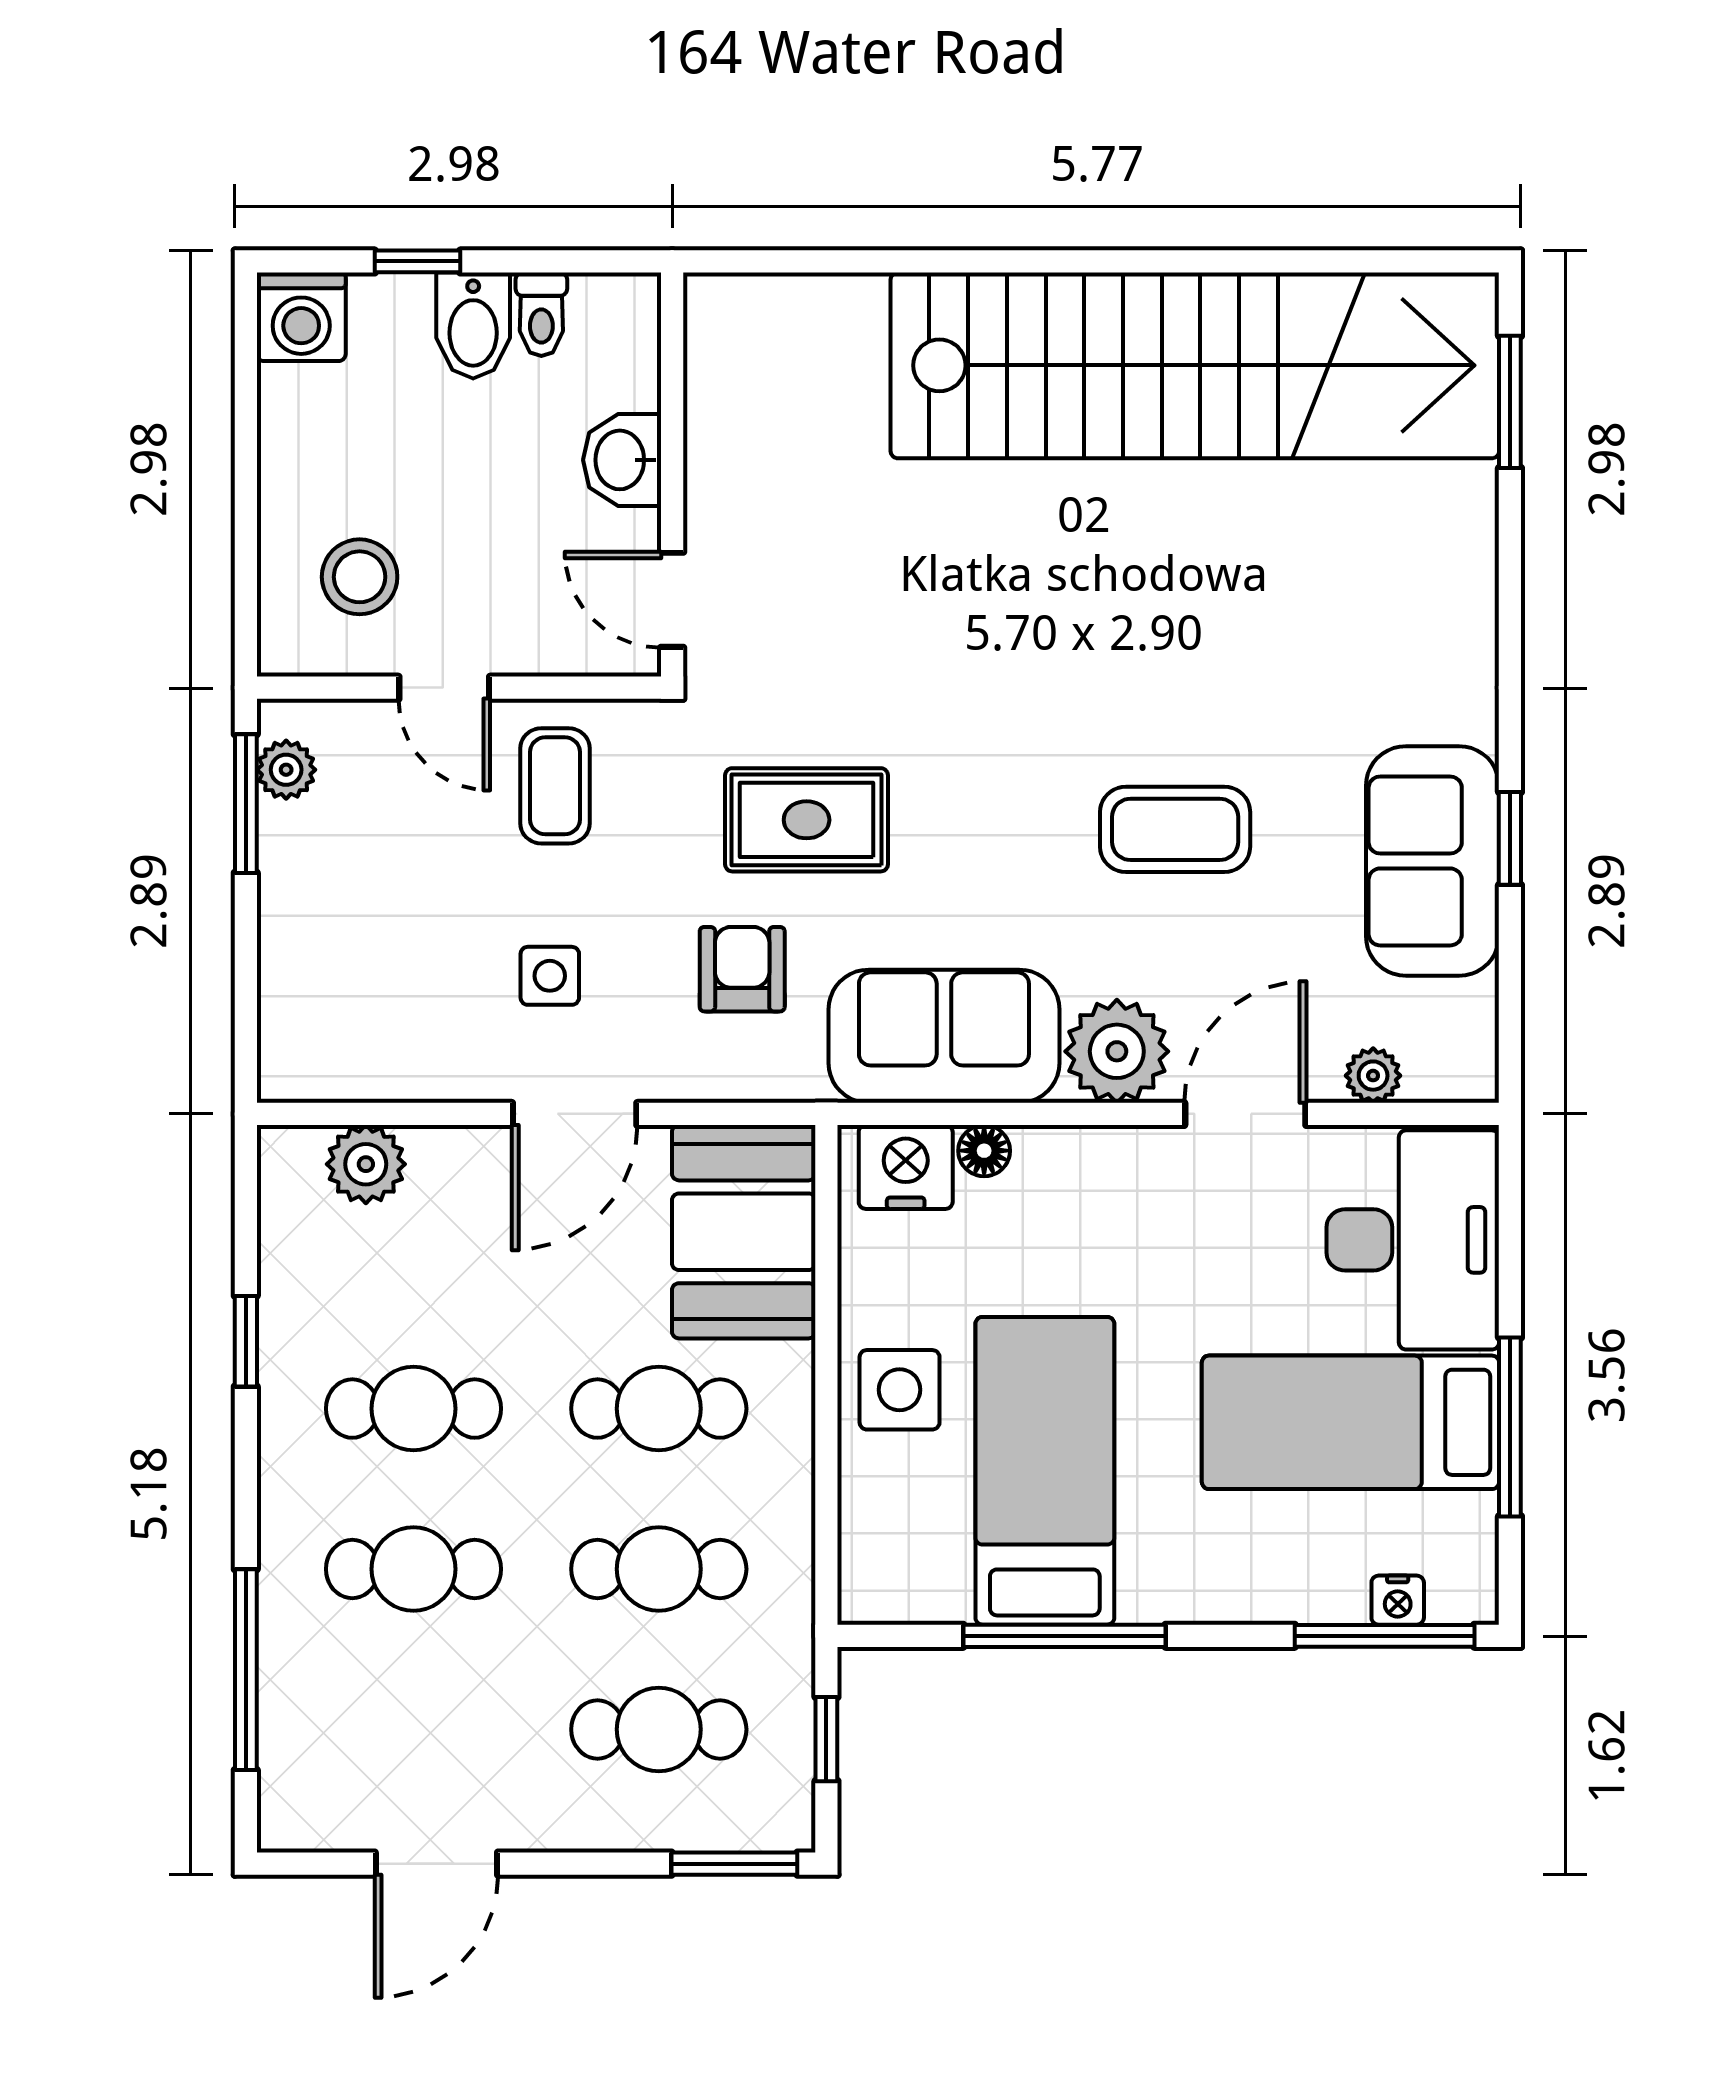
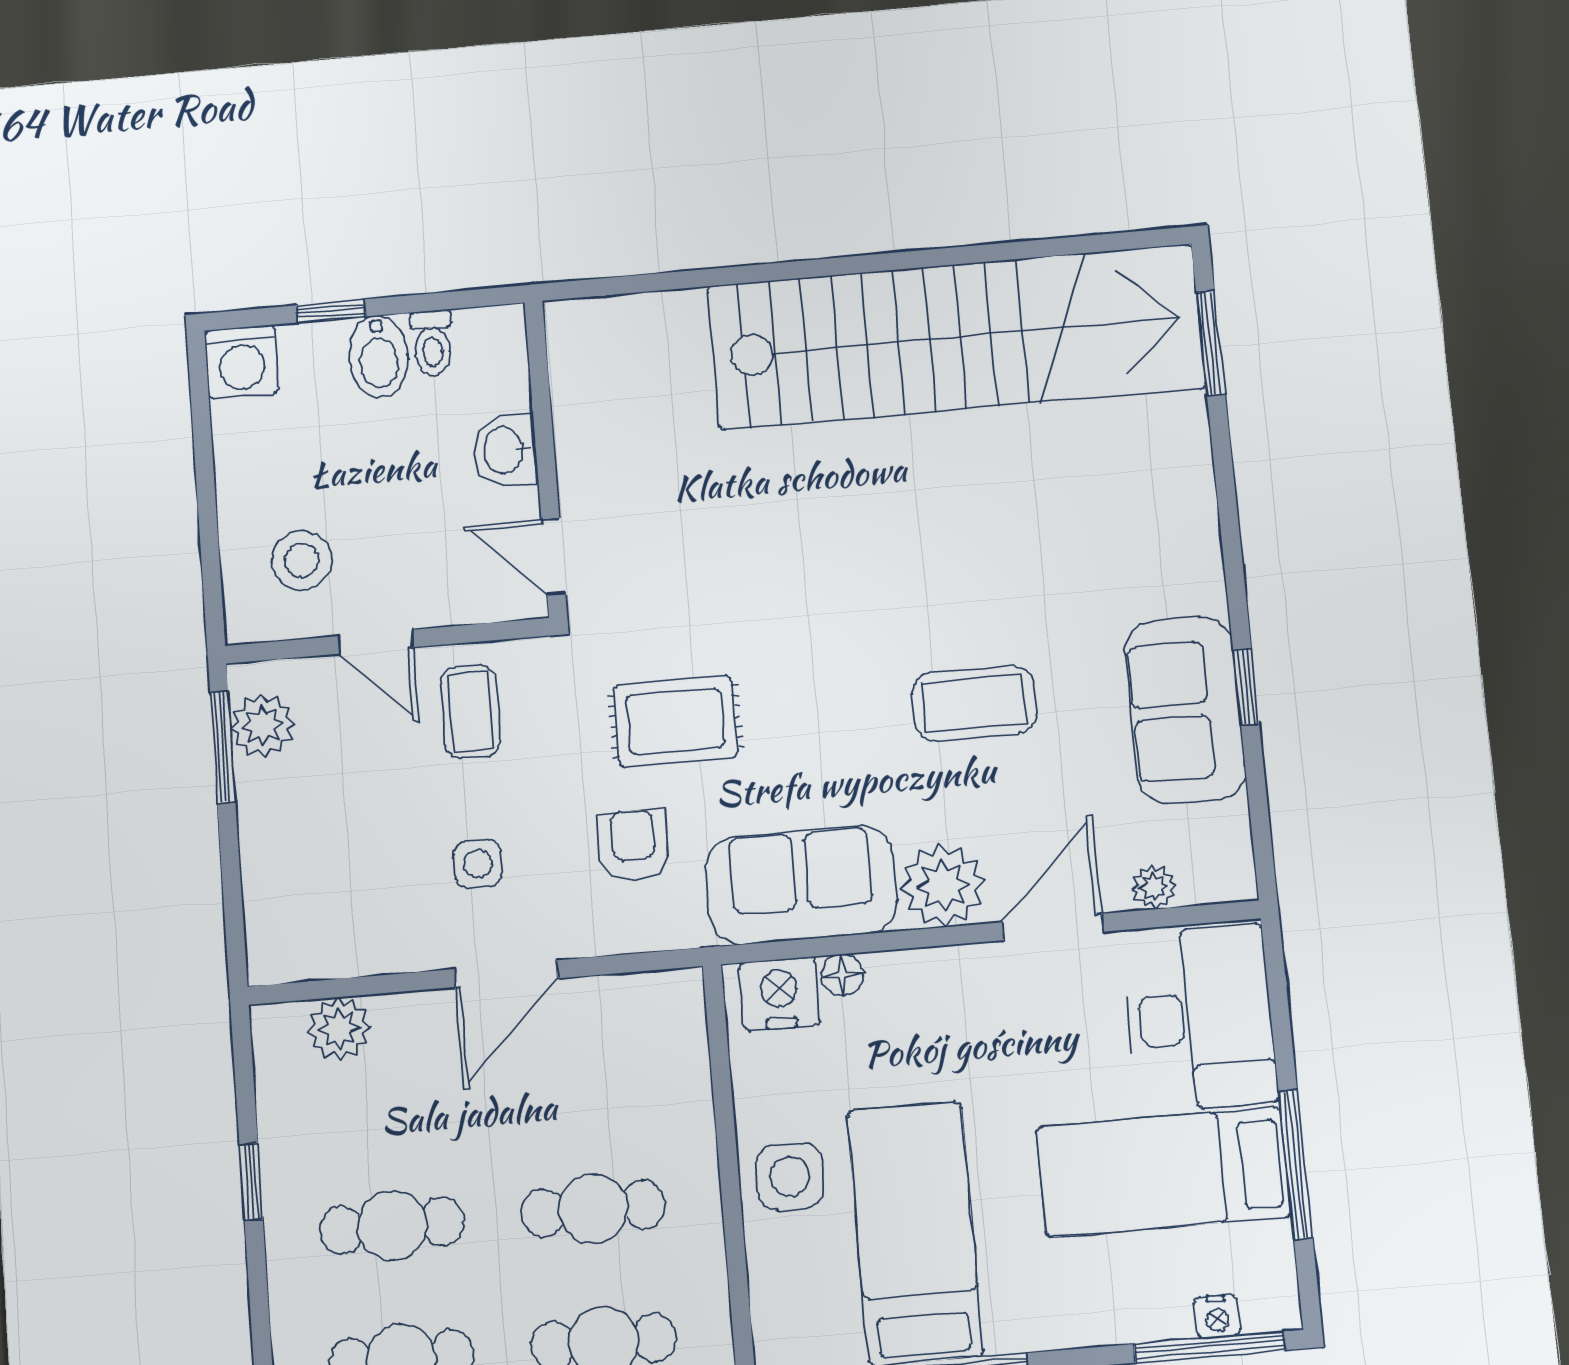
plant: (286, 770) -> (263, 726), width x1.38, depth x1.38
booth: (744, 1232) -> (651, 1058), removed

